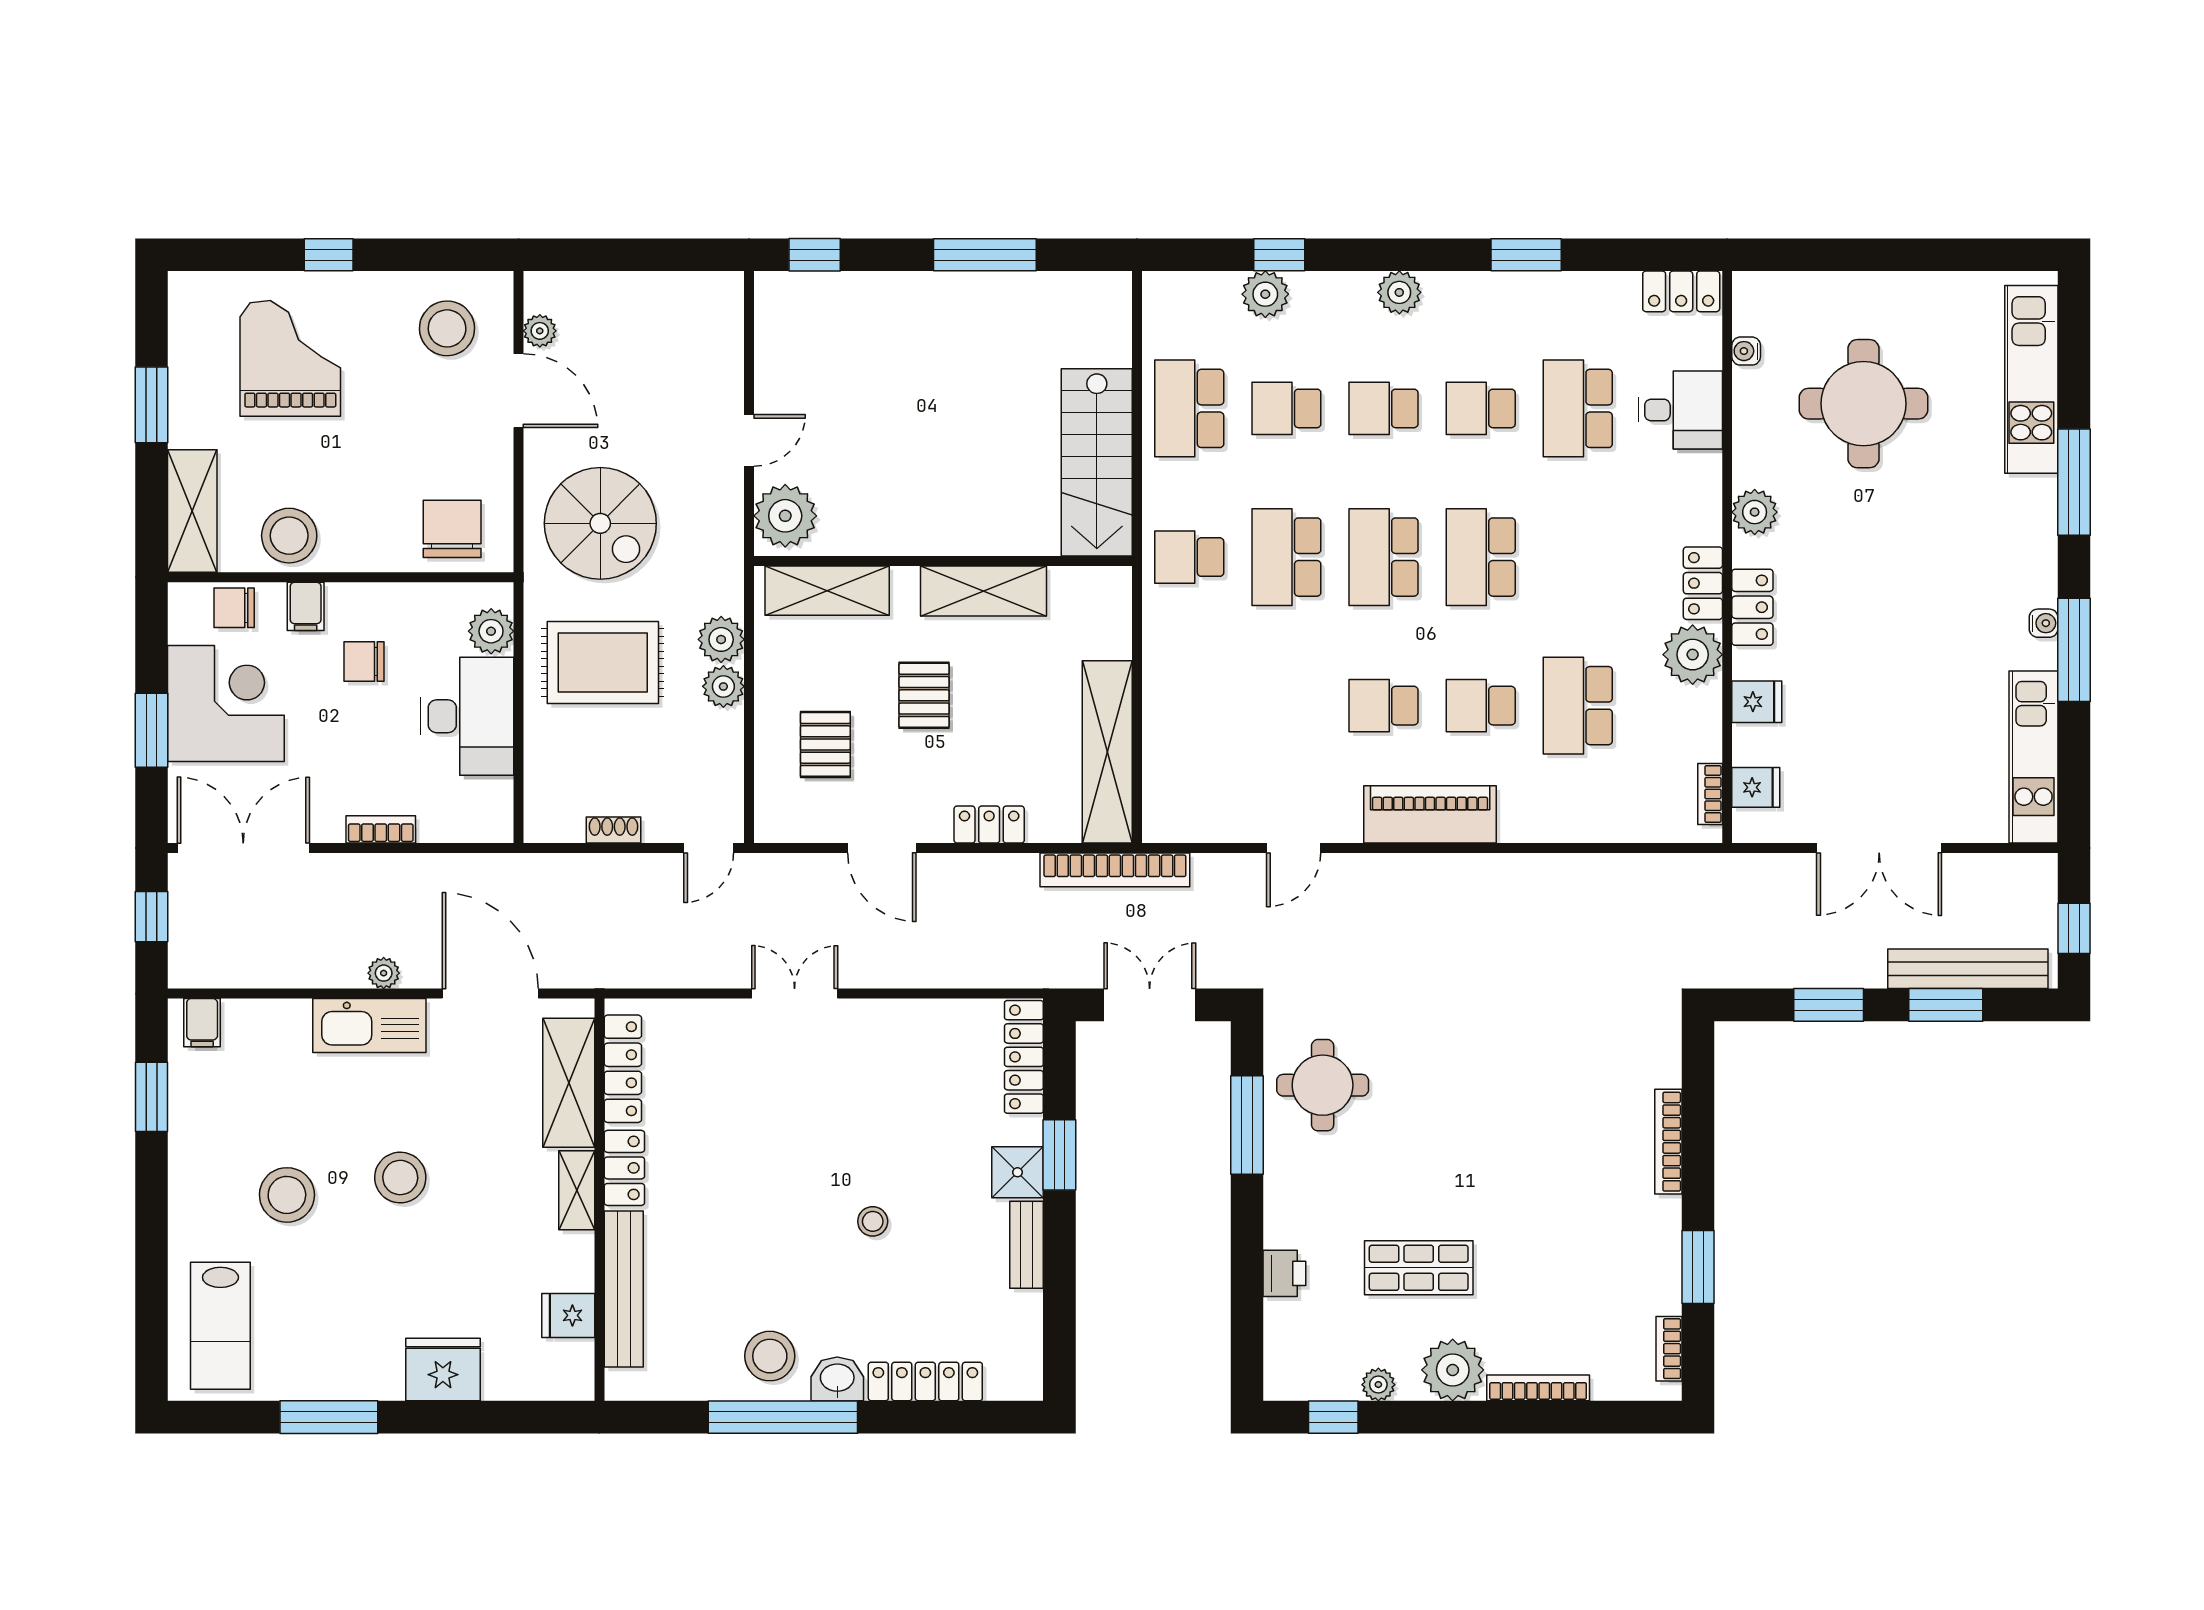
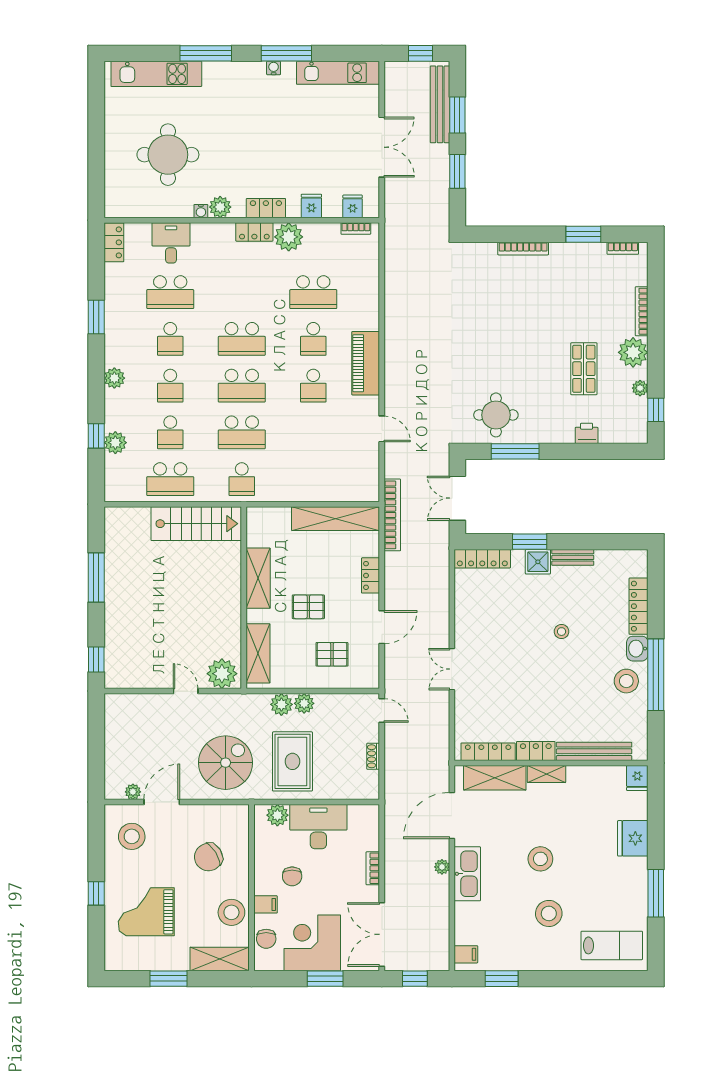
water cooler: (1746, 351) -> (201, 211), moved
chair: (452, 529) -> (208, 857), moved, turned -32
fridge: (568, 1315) -> (637, 778), moved

